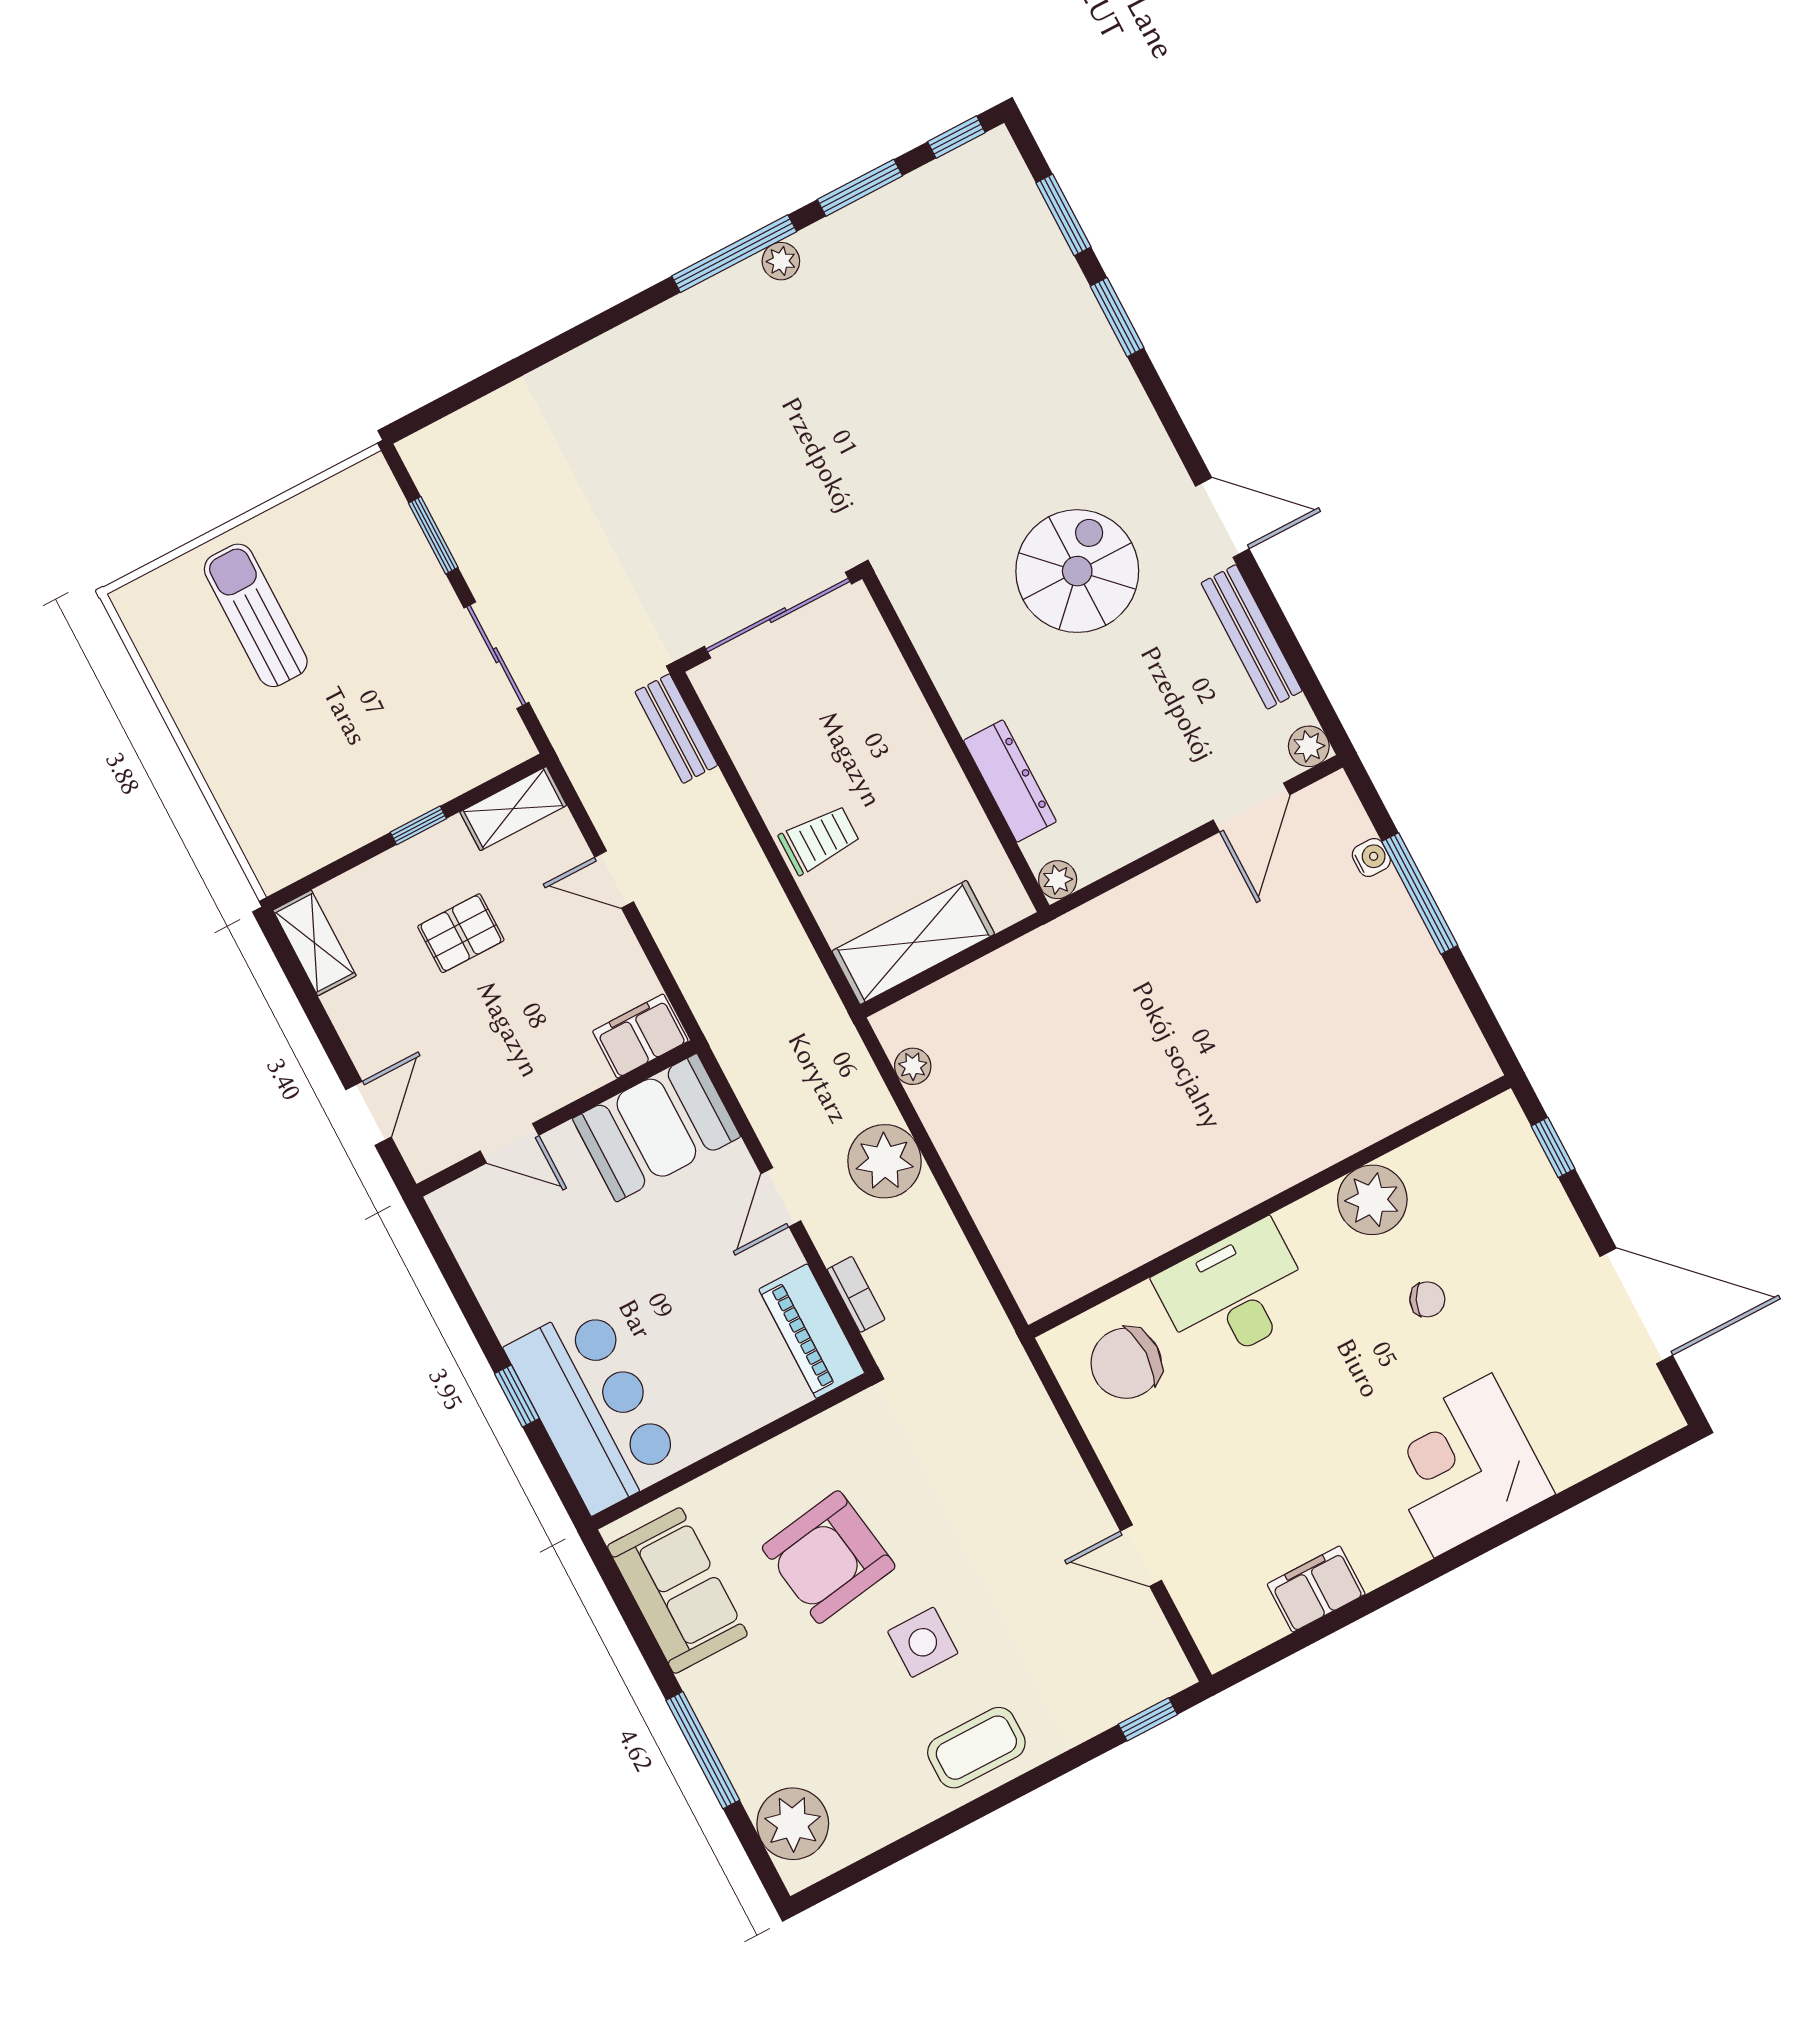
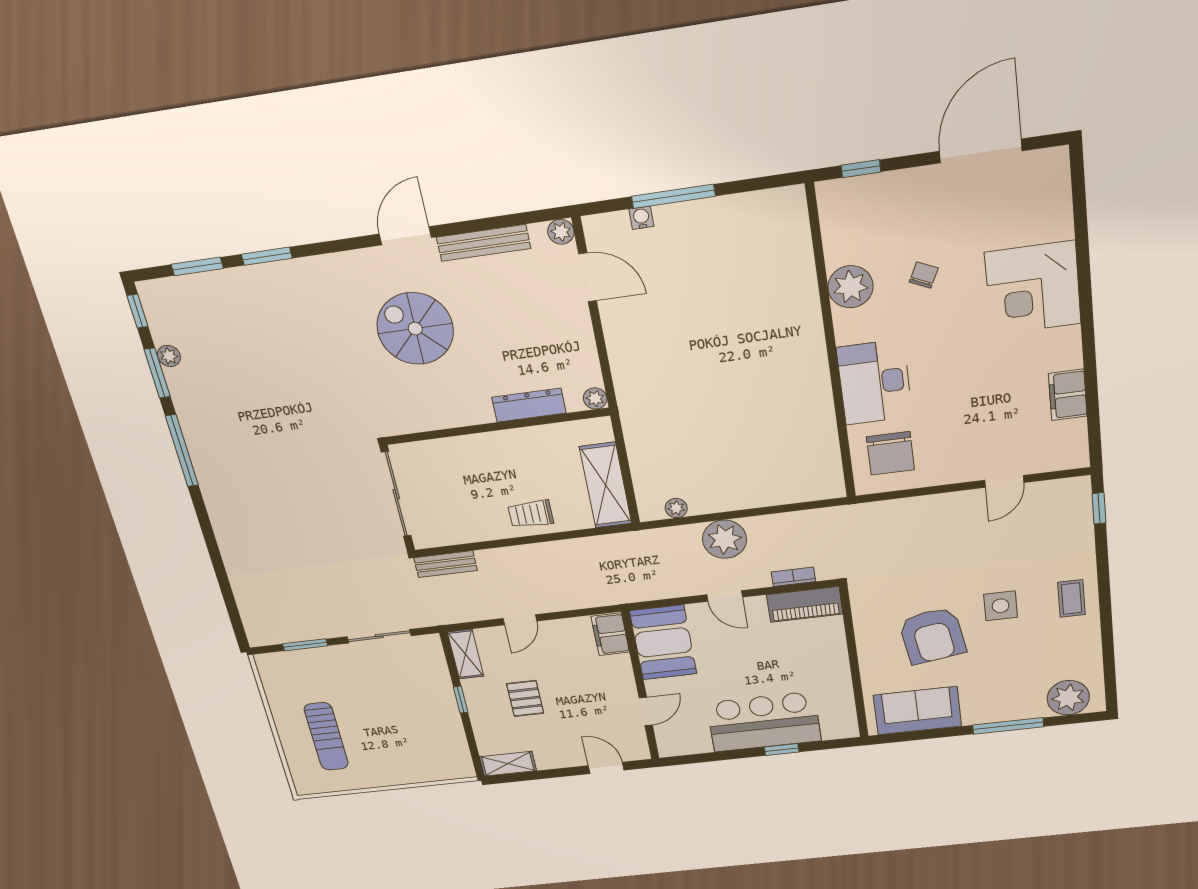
plant: (781, 261) -> (169, 356), moved
sun lounger: (256, 615) -> (326, 736), turned -90
trolley: (819, 840) -> (531, 514), turned -90
bar counter: (594, 1407) -> (764, 722), moved
coffee table: (976, 1748) -> (1071, 598), width x0.73, depth x0.77

